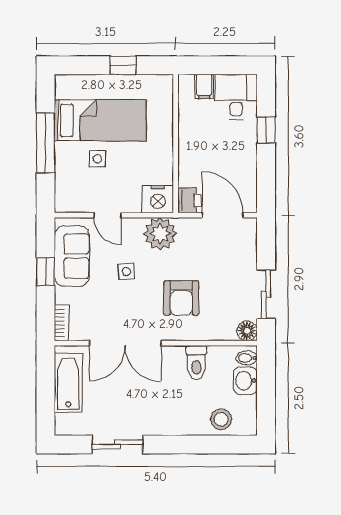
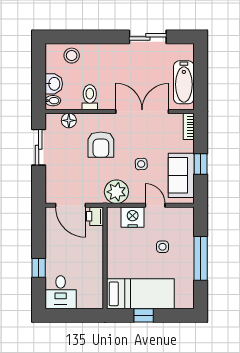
filing cabinet: (204, 86) -> (84, 300), removed
bed: (100, 120) -> (140, 294), moved, turned 180
nightstand: (158, 199) -> (133, 217), moved
armchair: (181, 298) -> (101, 145), turned 180
floor lamp: (247, 331) -> (69, 120), moved

